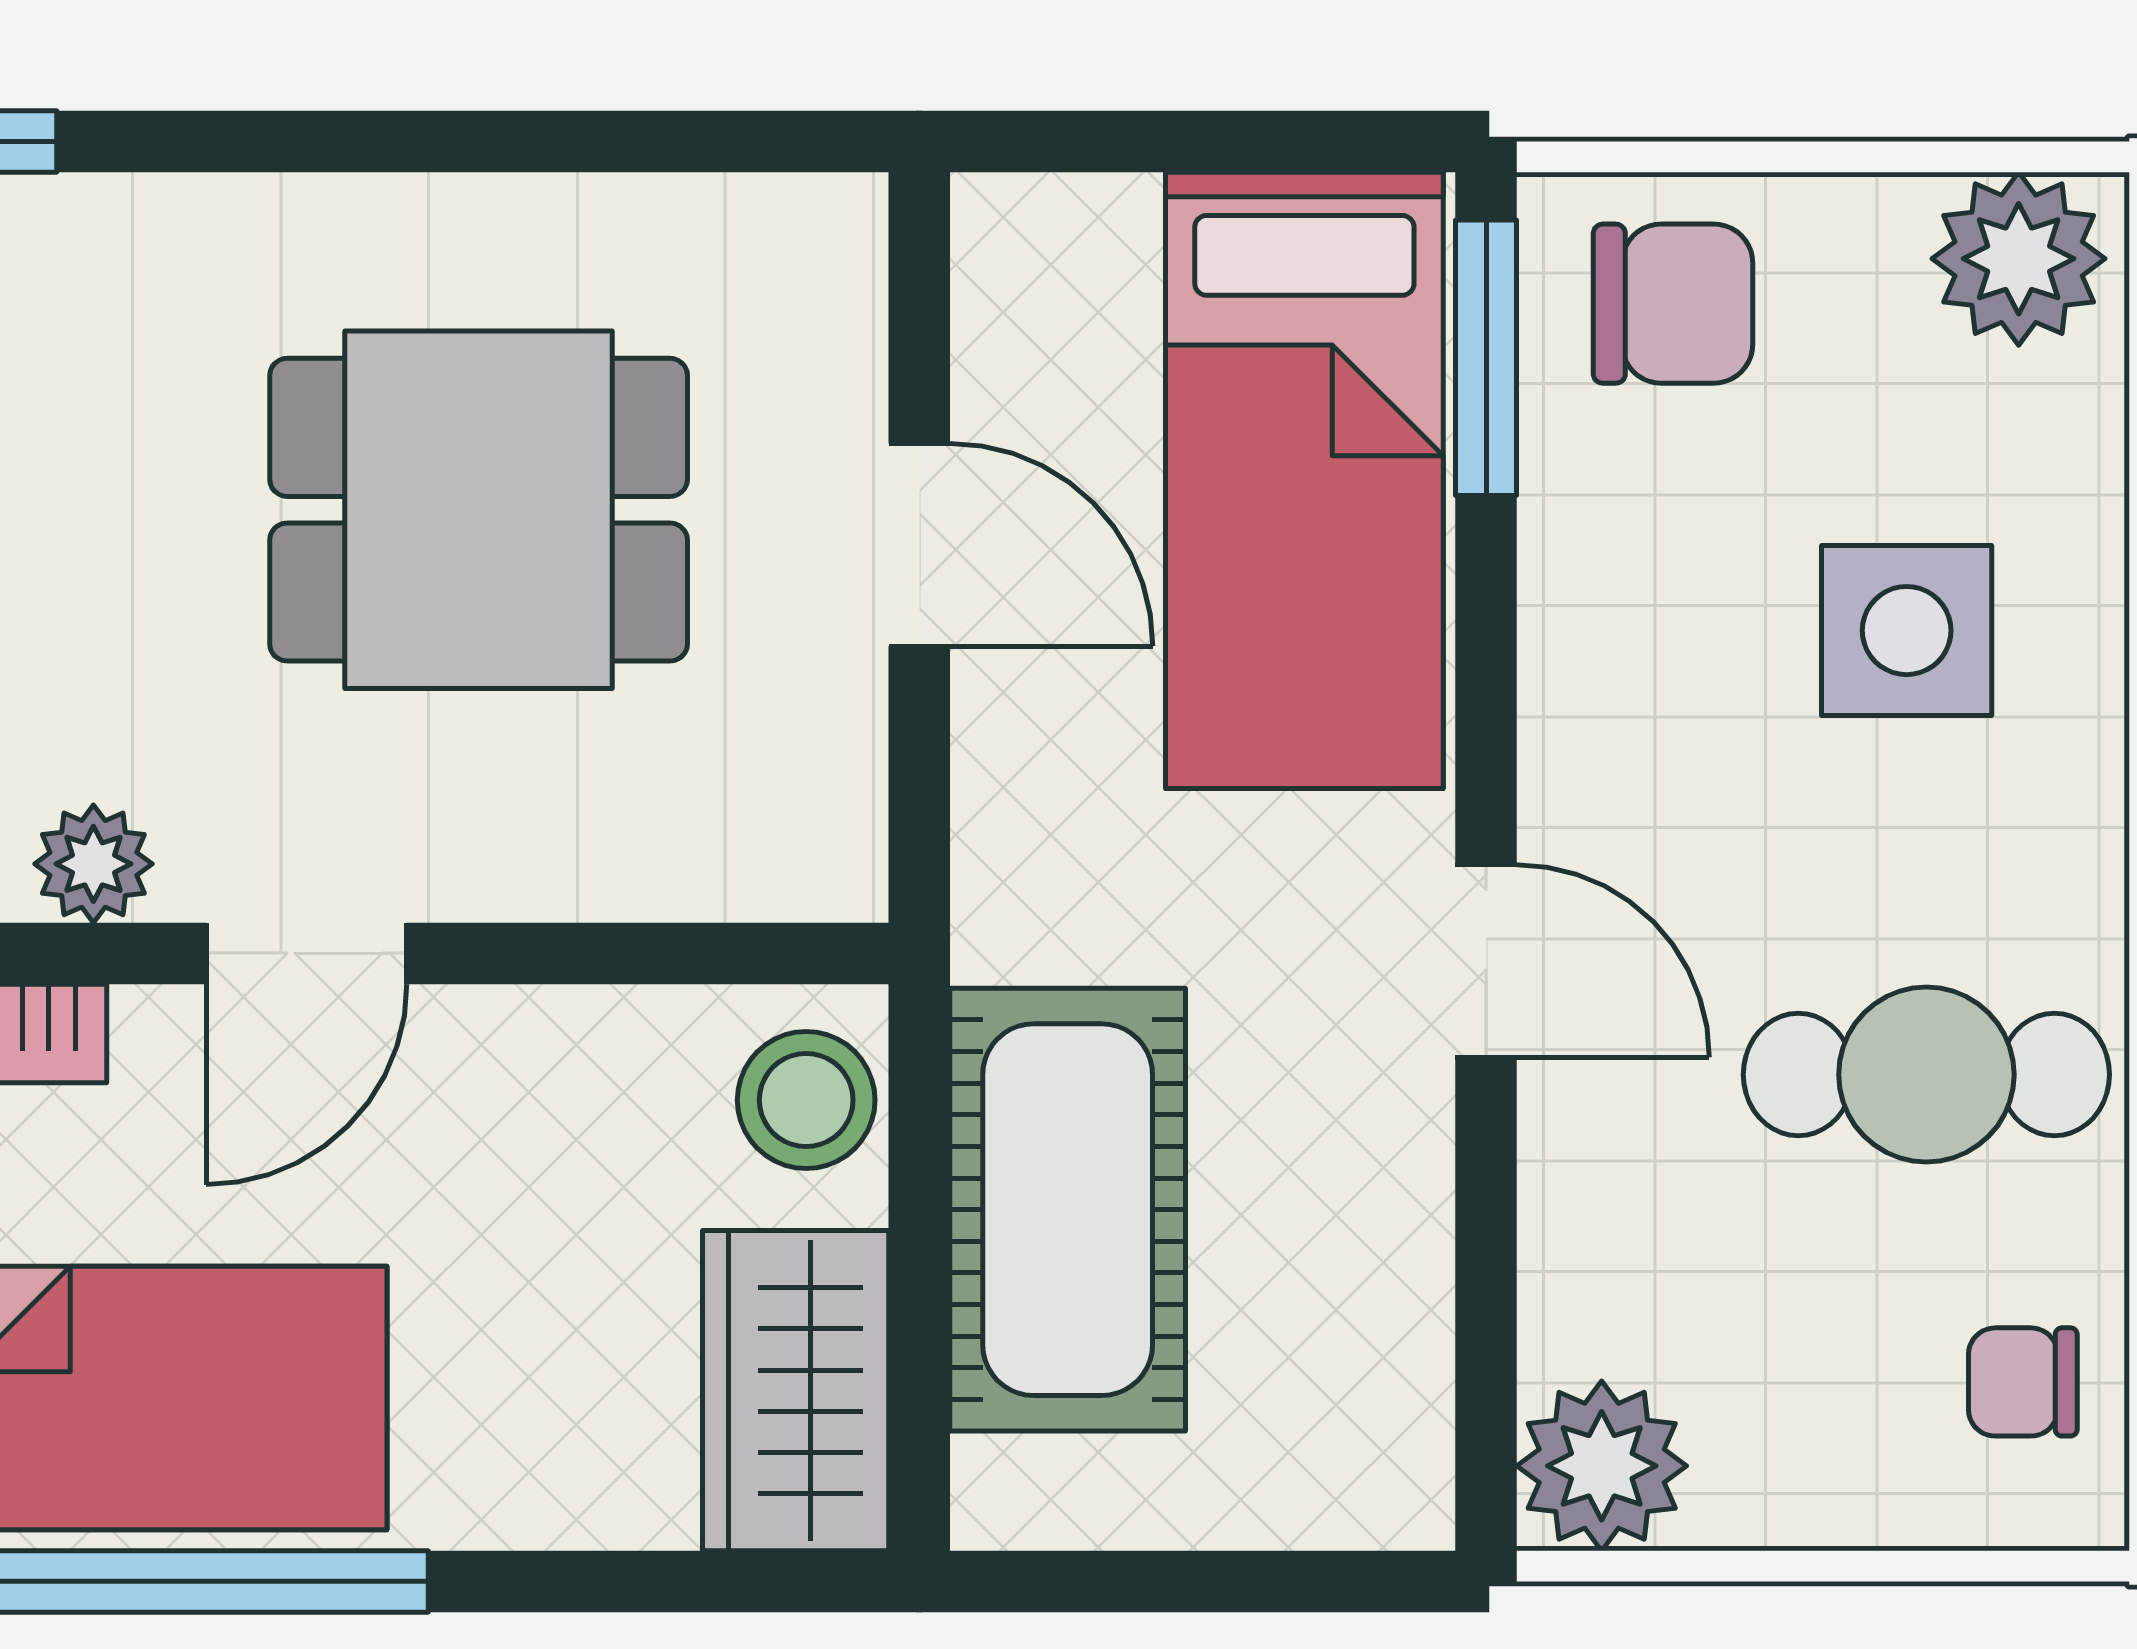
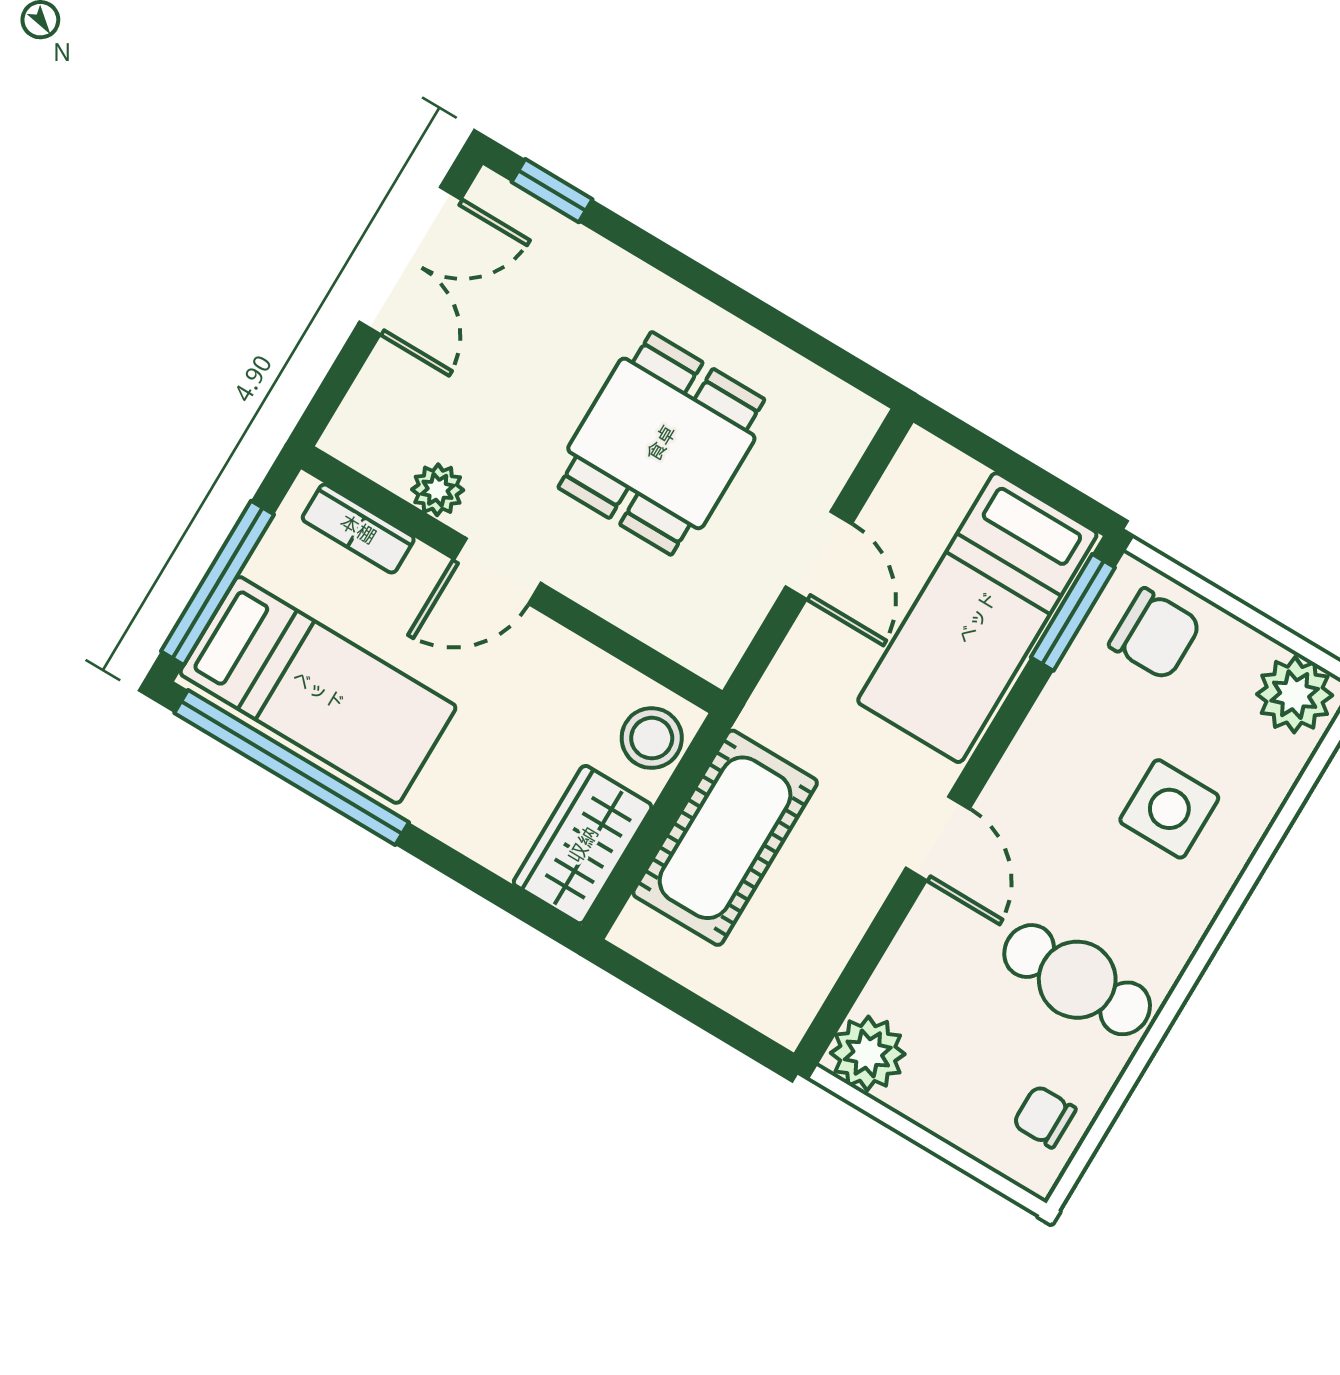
dining table: (479, 510) -> (661, 443), turned 90

